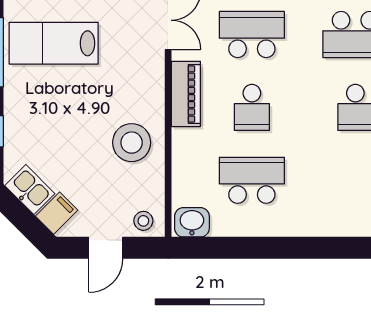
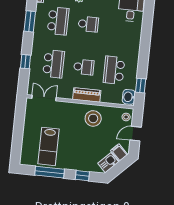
school desk: (252, 35) -> (54, 64), turned 180
piano: (186, 94) -> (87, 95), moved
door: (106, 248) -> (136, 134), swing flipped
window: (222, 248) -> (141, 86), added

